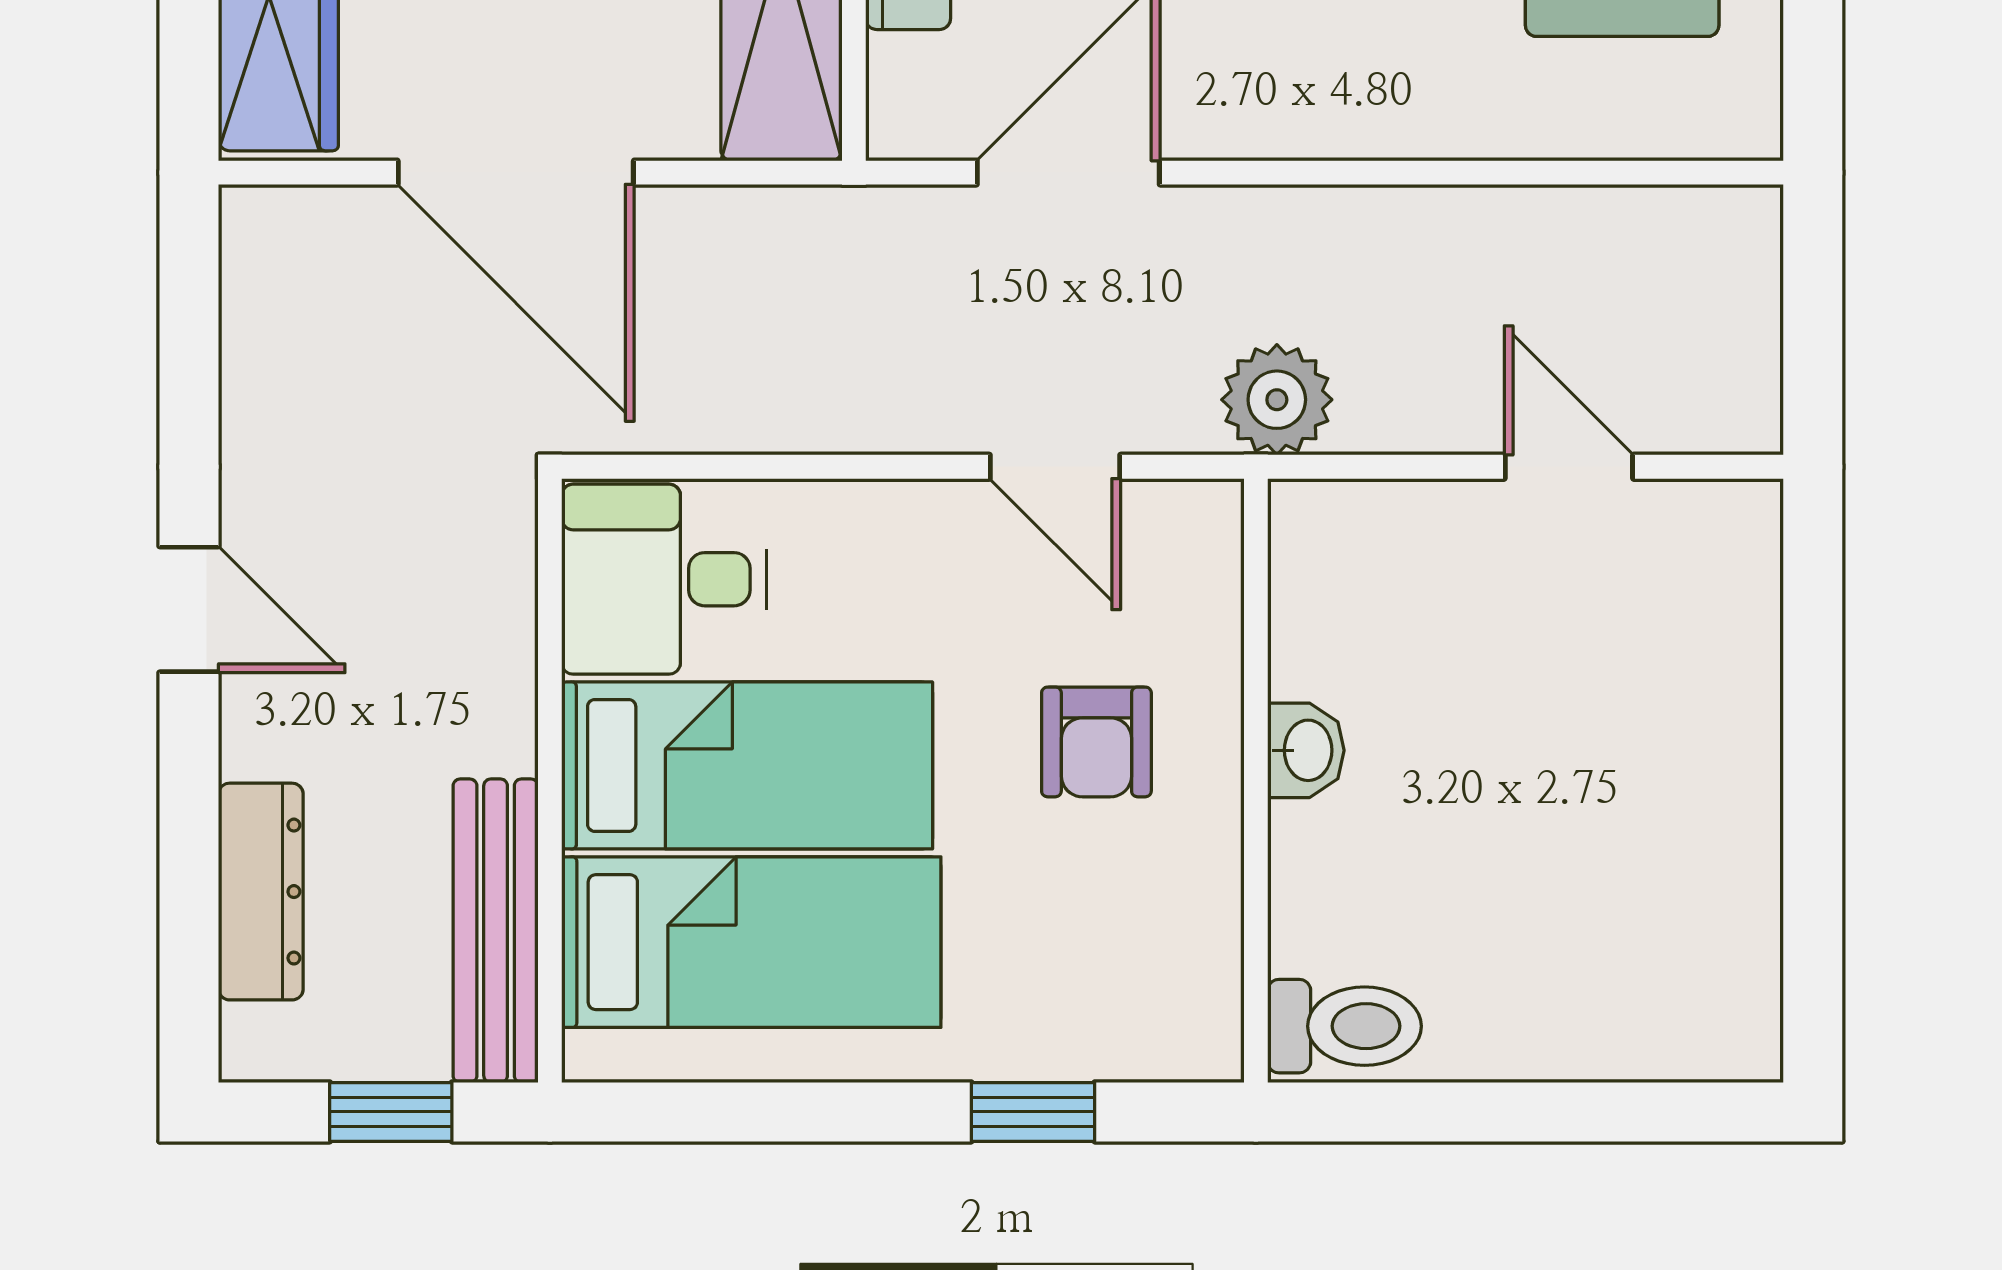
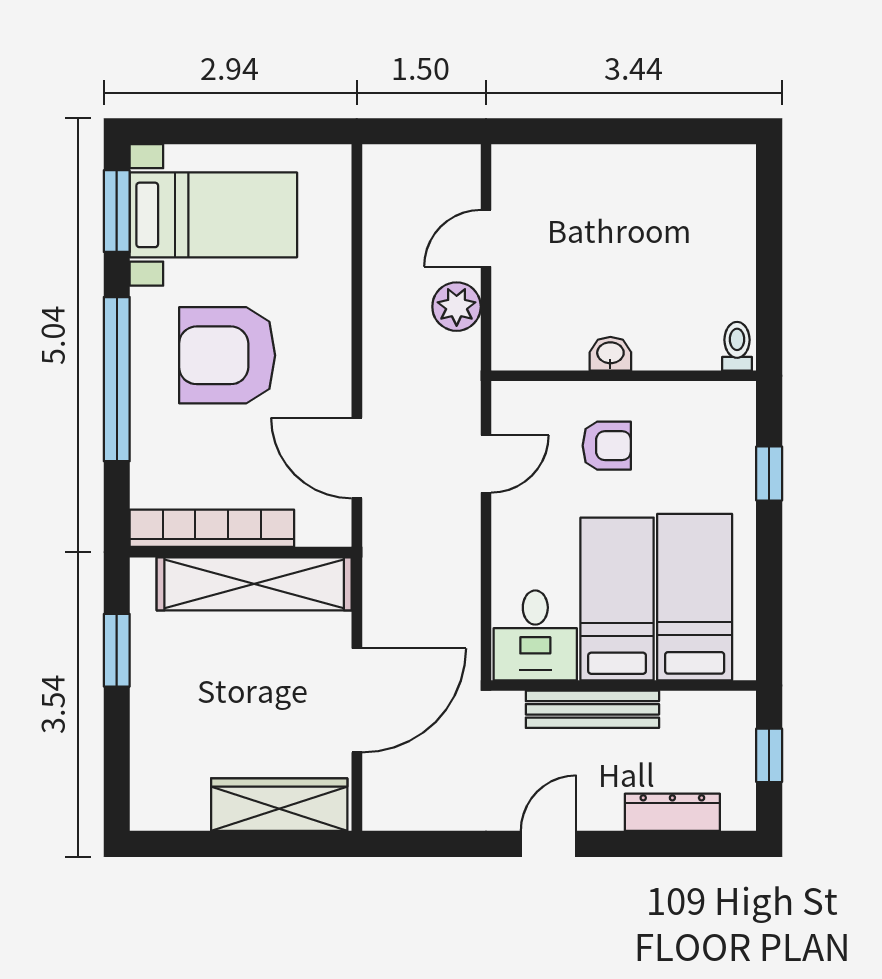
plant: (1277, 400) -> (457, 307), moved
bench: (496, 931) -> (592, 709), moved
toilet: (1344, 1026) -> (737, 346), width x0.73, depth x0.72

